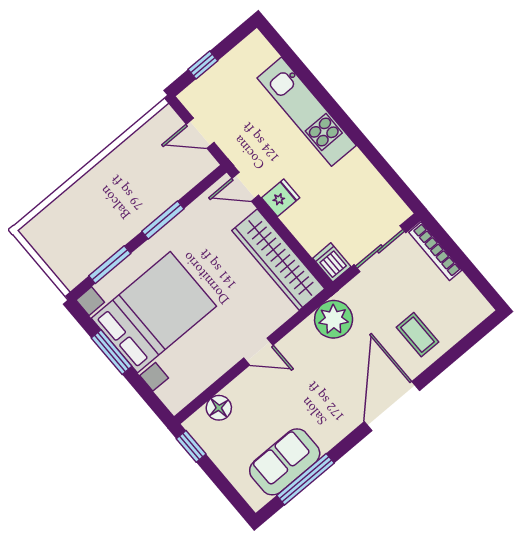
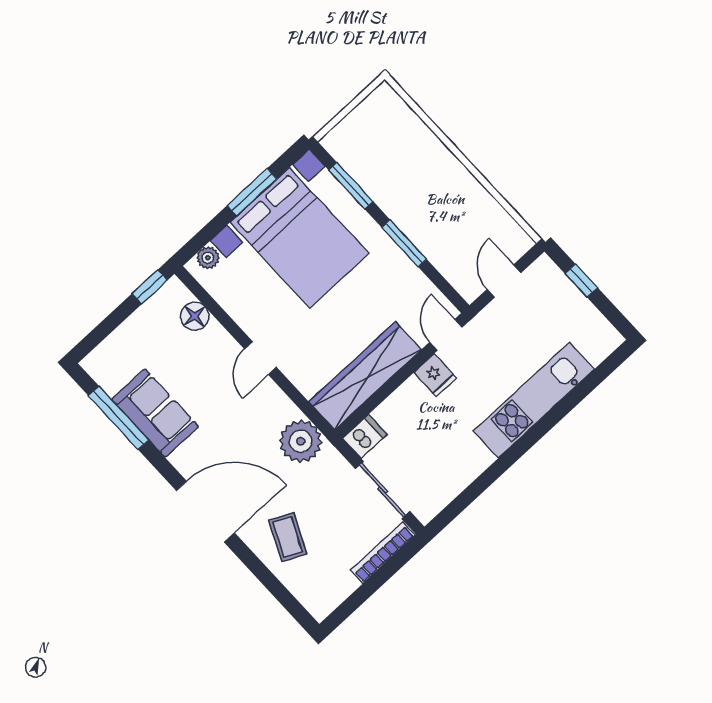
coffee table: (418, 335) -> (288, 537), turned -65
plant: (168, 394) -> (208, 258), added
sofa: (285, 462) -> (155, 413), moved

